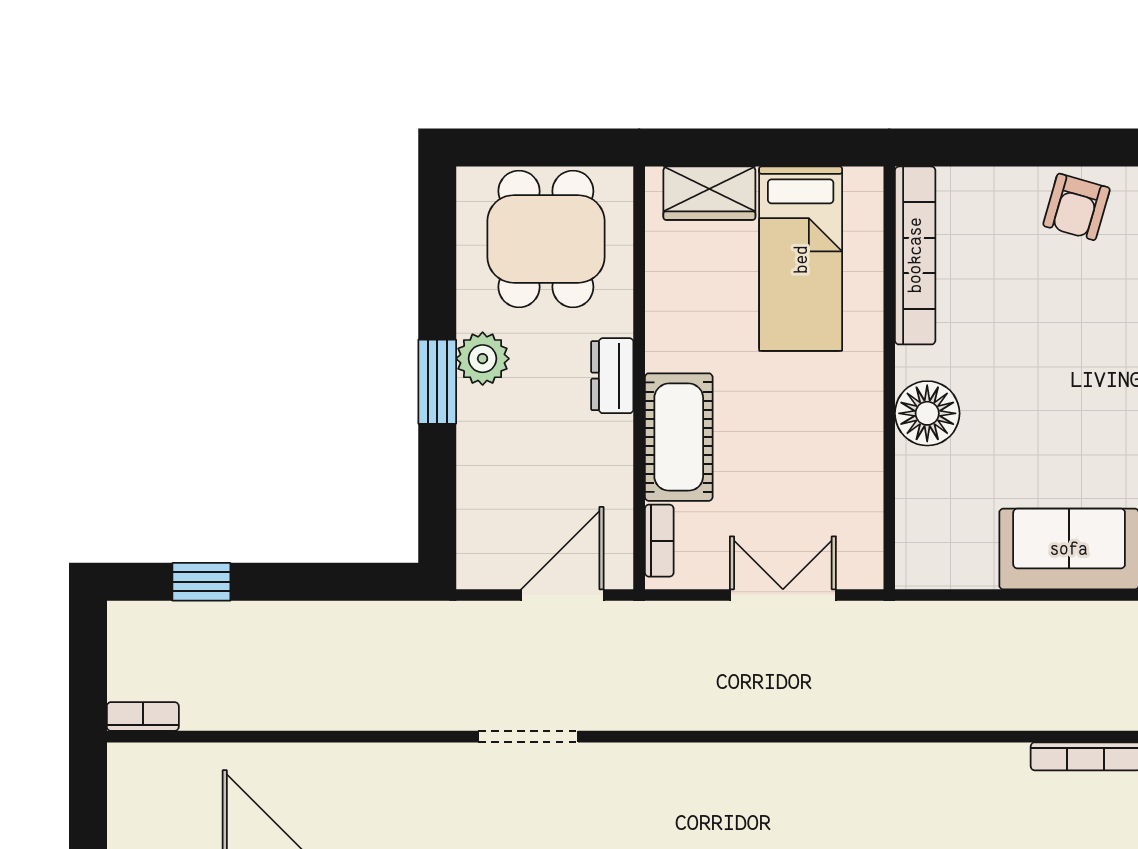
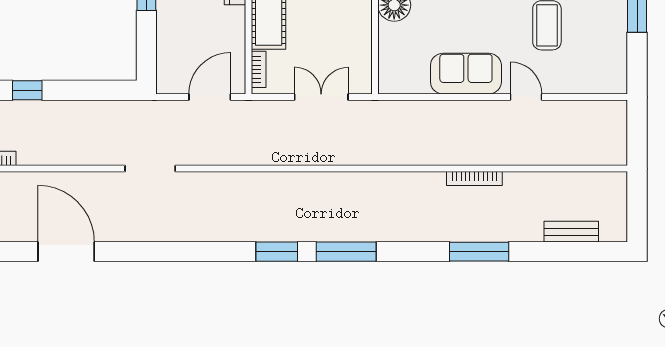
doorway: (528, 737) -> (150, 169), moved

